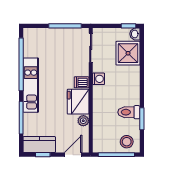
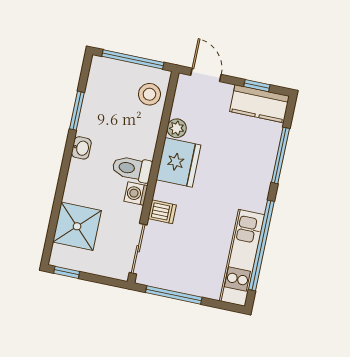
washbasin: (135, 34) -> (81, 148), moved
dishwasher: (82, 82) -> (162, 212), moved
kitchen unit: (31, 85) -> (242, 258), moved
toilet: (129, 112) -> (132, 169), moved, turned 180
stool: (127, 142) -> (149, 94), moved
door: (73, 155) -> (206, 75), swing flipped

